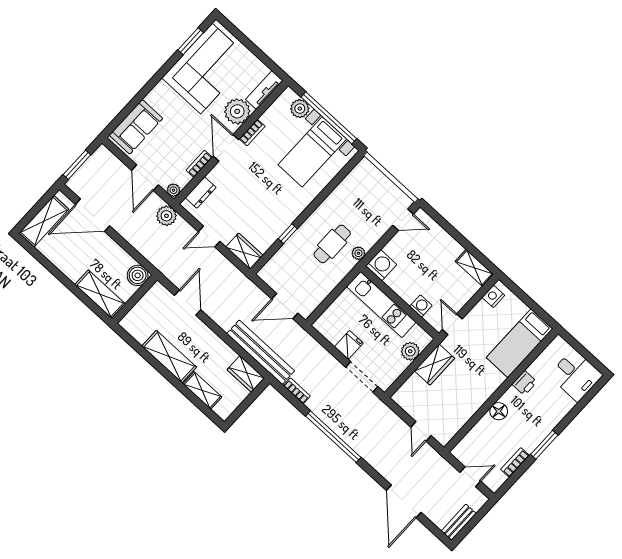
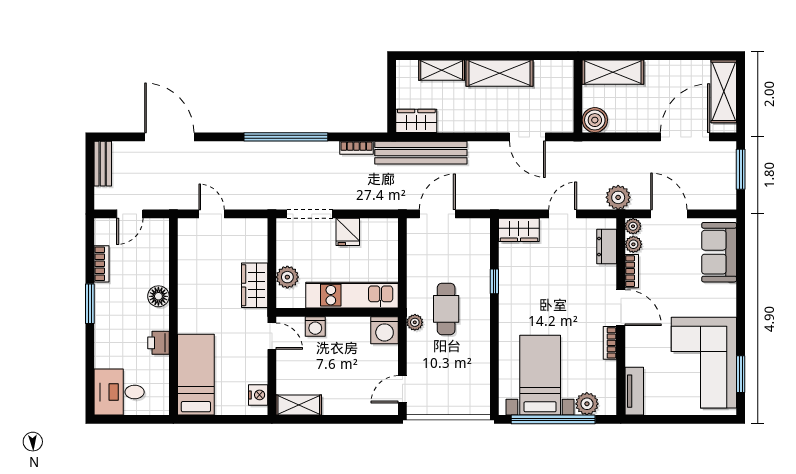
plant: (237, 111) -> (633, 244), moved, width x0.53, depth x0.53

